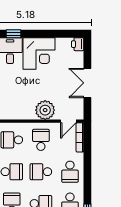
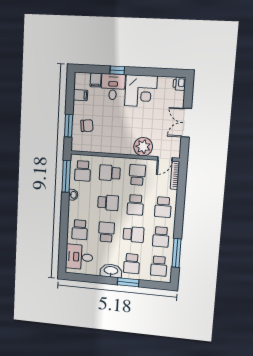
school desk: (41, 172) -> (135, 205), turned -90

